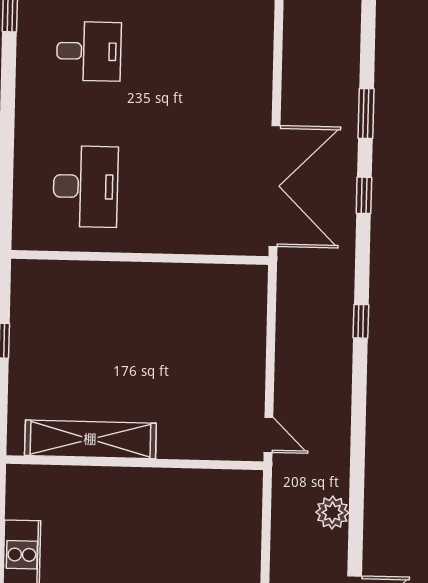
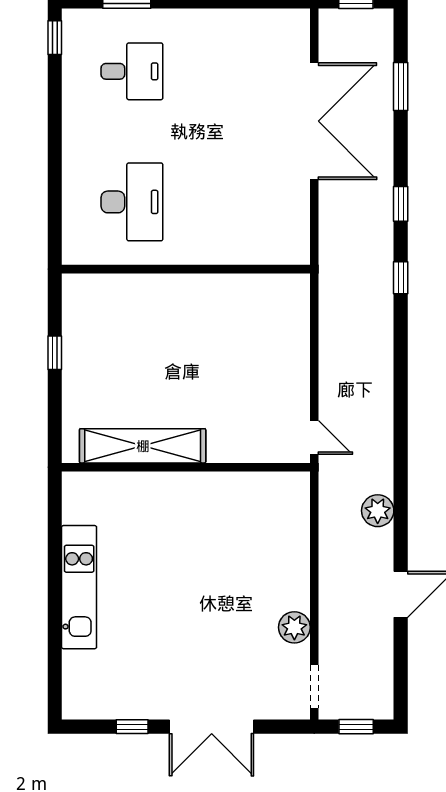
window: (366, 114) -> (401, 86), moved
double door: (275, 186) -> (314, 121), moved
window: (361, 321) -> (401, 278), moved

